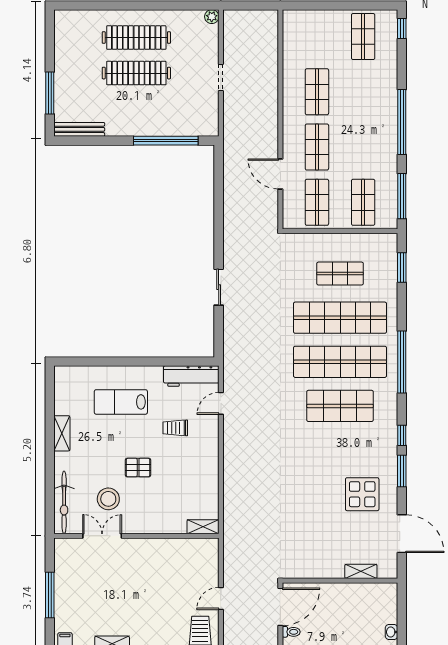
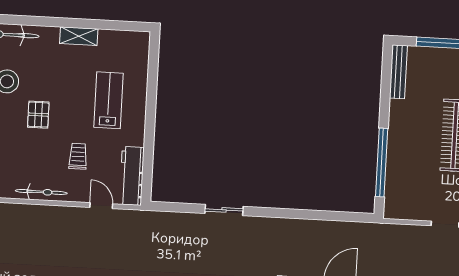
bicycle: (211, 461) -> (41, 192), added

